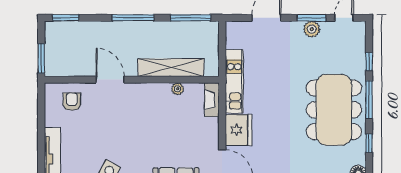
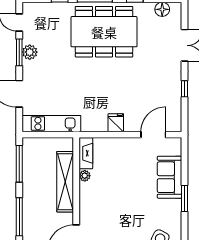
kitchen unit: (234, 81) -> (51, 124), moved
fireplace: (212, 100) -> (86, 153), moved, turned -90
fridge: (239, 130) -> (116, 123), width x0.53, depth x0.75

